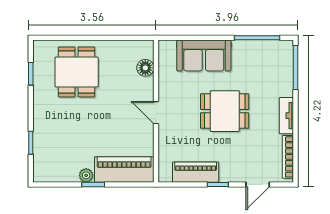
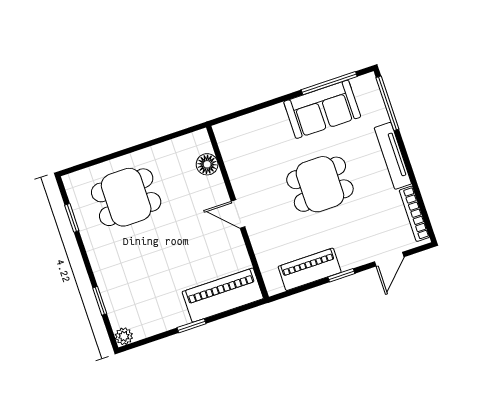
sofa: (204, 56) -> (322, 109), moved
dining table: (77, 72) -> (126, 197), turned 90
tv unit: (286, 116) -> (393, 156), width x1.41
plant: (86, 175) -> (124, 336), moved

